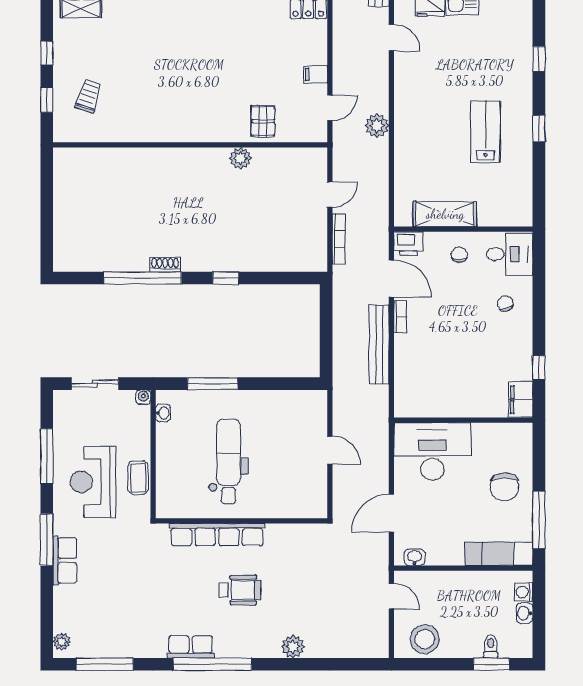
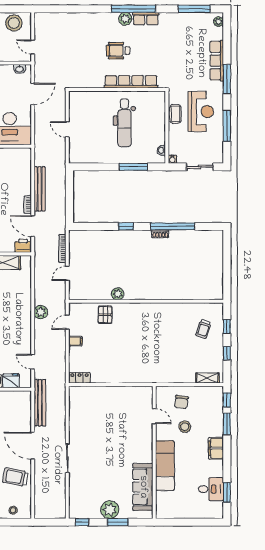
row of seats: (65, 560) -> (217, 61), width x1.48
plant: (293, 647) -> (125, 19), moved

